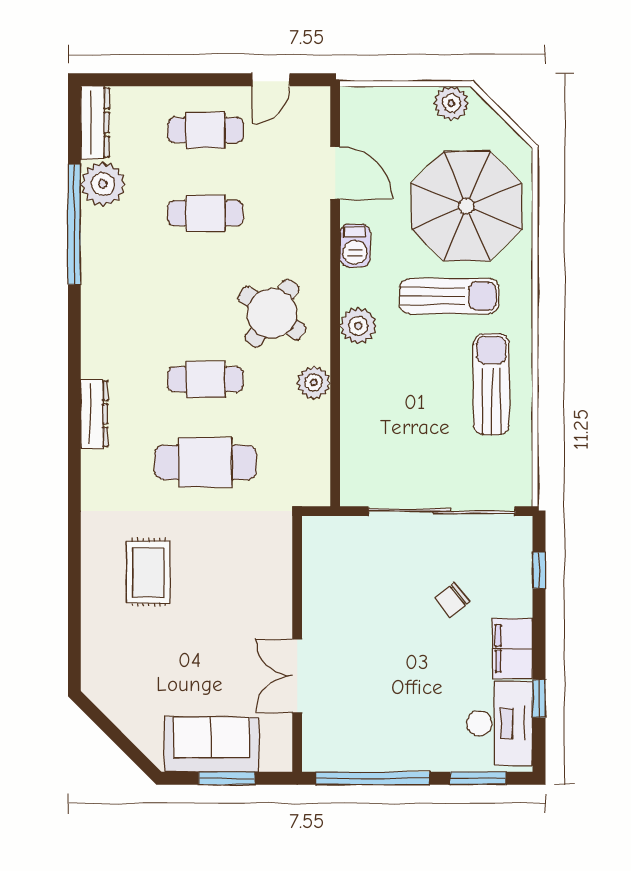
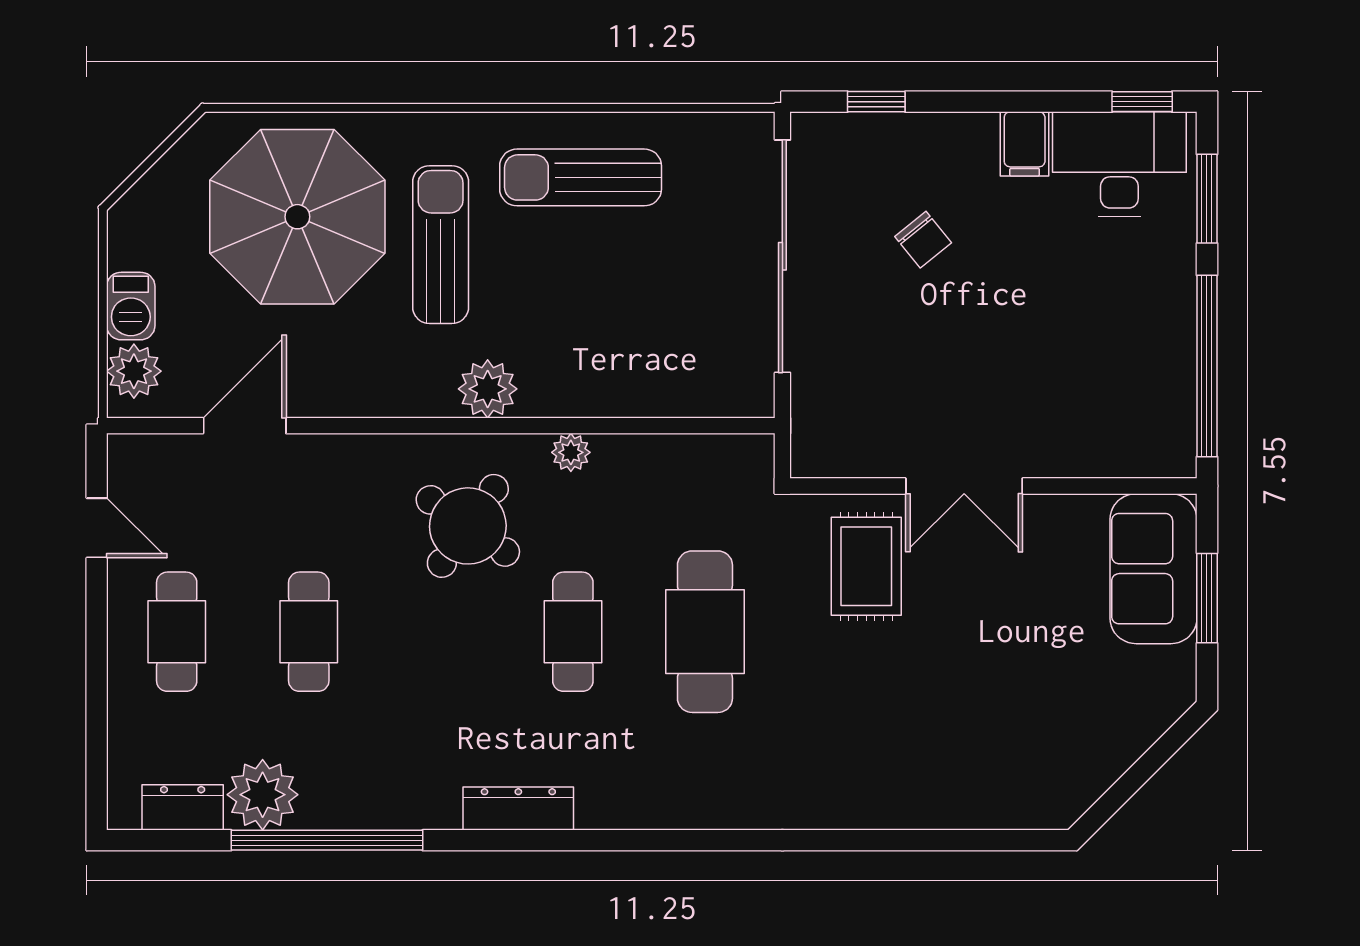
plant: (451, 103) -> (134, 371), moved
dresser: (95, 123) -> (183, 807), width x0.70
barbecue: (355, 246) -> (131, 306), moved, turned 90
plant: (314, 383) -> (571, 452), width x0.73, depth x0.73
dresser: (94, 414) -> (518, 809), moved
rug: (148, 572) -> (866, 566), moved, turned 90
filing cabinet: (512, 648) -> (1025, 144), width x0.50
double door: (297, 676) -> (964, 486), moved
window: (539, 698) -> (1142, 102), moved
sofa: (212, 745) -> (1153, 569), moved

